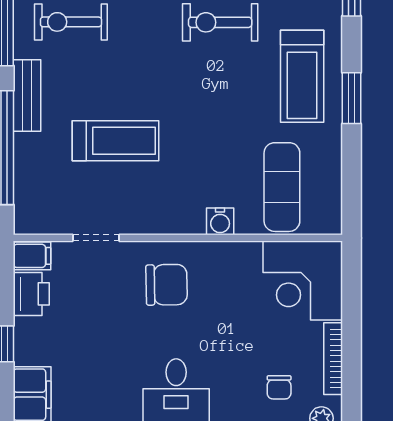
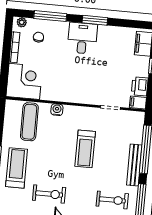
bench: (27, 96) -> (134, 165), width x1.36
treadmill: (115, 141) -> (85, 149), moved, turned -90
chair: (167, 285) -> (82, 85), removed

